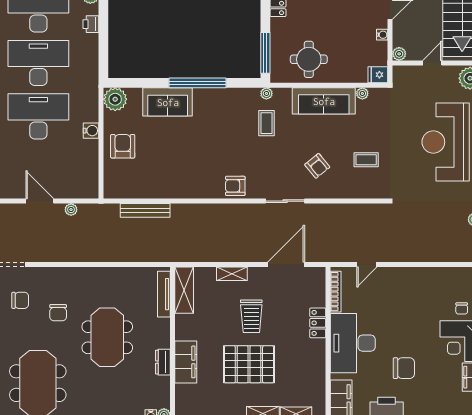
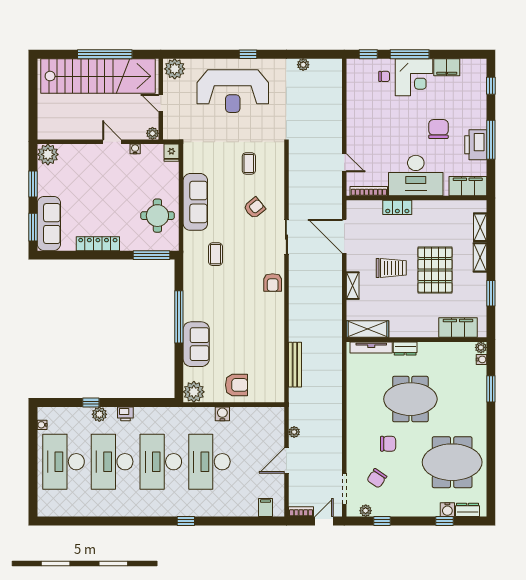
plant: (266, 93) -> (189, 254), removed
plant: (362, 93) -> (189, 167), removed
coffee table: (266, 123) -> (216, 254), turned 90
armchair: (123, 146) -> (237, 385), turned 180
chair: (20, 300) -> (377, 478), turned -146
dresser: (163, 362) -> (405, 348), moved
filing cabinet: (186, 362) -> (458, 328), moved

